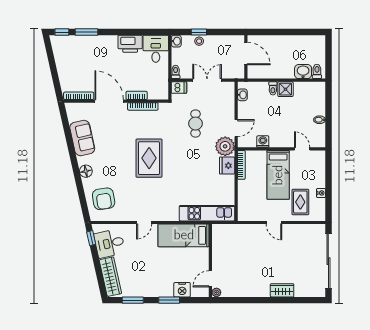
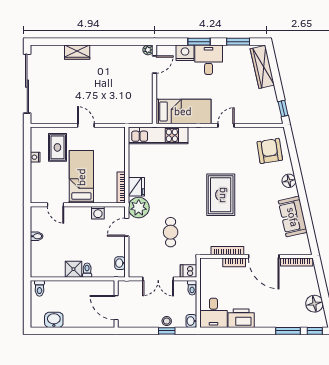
floor lamp: (62, 57) -> (314, 304), added
washbasin: (303, 72) -> (54, 320), moved, turned 180
desk: (110, 243) -> (209, 60), moved, turned -77

